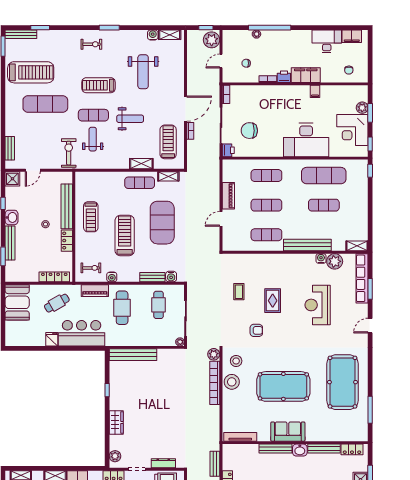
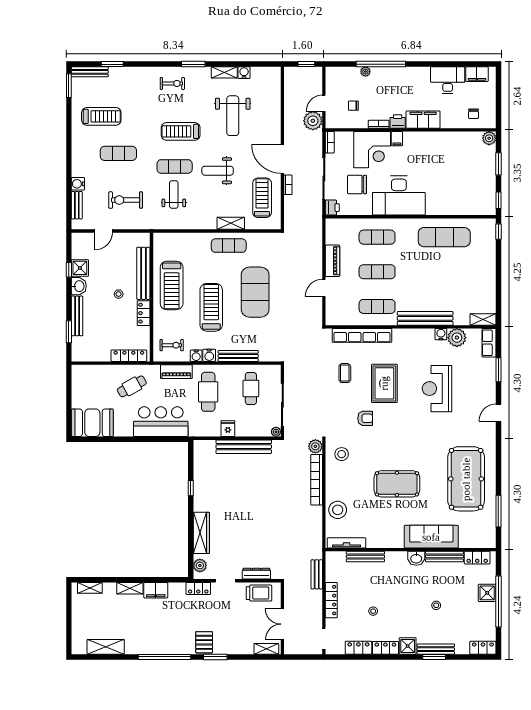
shelving: (170, 35) -> (224, 72), moved
plant: (212, 40) -> (313, 121), moved
treadmill: (31, 72) -> (101, 116), width x0.73, depth x0.73
filing cabinet: (315, 91) -> (397, 139), moved
exercise mat: (45, 104) -> (118, 153), width x0.73, depth x0.69
plant: (362, 108) -> (489, 138), moved
door: (186, 109) -> (282, 159), swing flipped
weight bench: (130, 119) -> (218, 171), turned 180
water cooler: (11, 130) -> (78, 184), added
corner desk: (352, 130) -> (372, 150), moved, turned -90
desk: (306, 140) -> (399, 195), moved
exercise bike: (69, 153) -> (126, 200), moved, turned -90
shelving: (168, 176) -> (262, 238), removed
shower: (12, 179) -> (80, 268), moved
exercise mat: (324, 205) -> (444, 272), removed
treadmill: (91, 217) -> (172, 285), width x1.37, depth x1.38
row of seats: (254, 260) -> (362, 335), added
bench: (152, 277) -> (238, 356), width x1.36
water cooler: (171, 277) -> (209, 355), moved
row of seats: (362, 278) -> (489, 343), width x0.50
rug: (273, 301) -> (384, 383), width x1.36, depth x1.43
booth: (17, 302) -> (92, 423), moved, turned 90
fridge: (52, 339) -> (228, 429), moved
bench: (133, 355) -> (244, 447), moved
stool: (232, 382) -> (338, 510), moved
pool table: (283, 386) -> (397, 484), width x0.73, depth x0.76
wardrobe: (116, 422) -> (201, 533), width x1.50
sofa: (288, 432) -> (431, 537), moved, width x1.36
bench: (275, 449) -> (365, 557), moved

